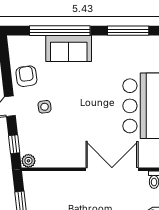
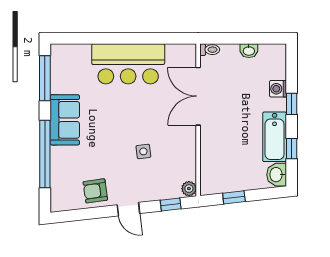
sofa: (69, 49) -> (65, 120), moved
side table: (45, 107) -> (143, 151), moved

